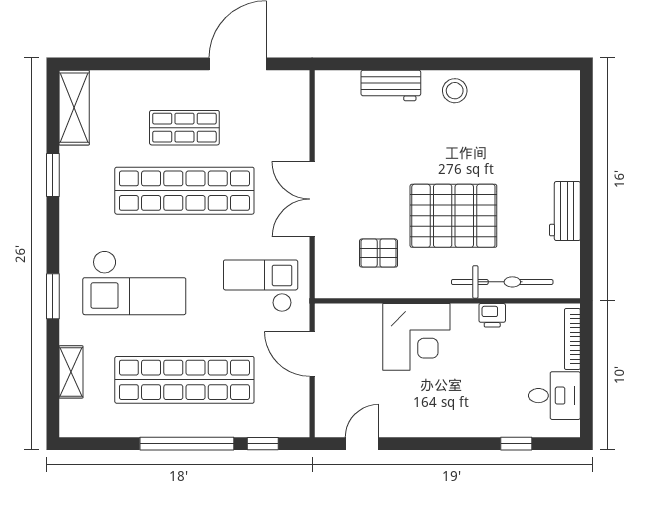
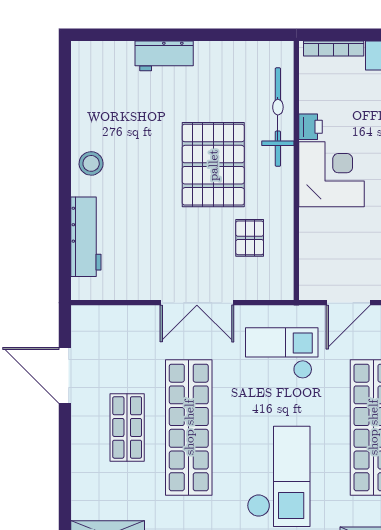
workbench: (391, 85) -> (86, 237), width x1.38
workbench: (565, 211) -> (164, 56), moved
checkout: (261, 286) -> (282, 353), turned 90
corner desk: (416, 337) -> (331, 174), moved

